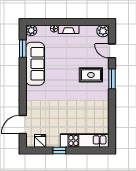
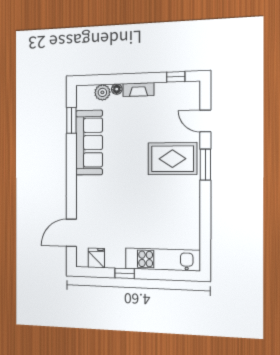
window: (93, 22) -> (176, 77), added
plant: (31, 30) -> (102, 92), moved
plant: (103, 31) -> (191, 90), removed
rug: (91, 75) -> (172, 159), width x1.36, depth x1.43

